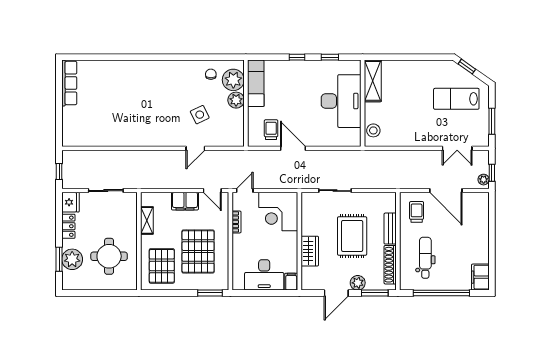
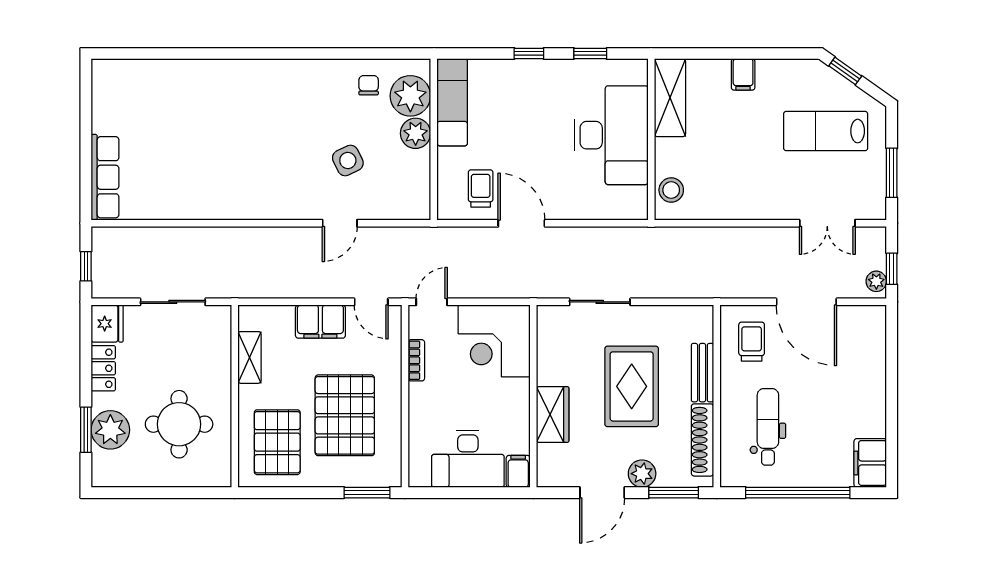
filing cabinet: (412, 68) -> (743, 74), added
row of seats: (69, 83) -> (105, 177), moved

